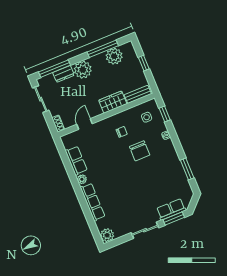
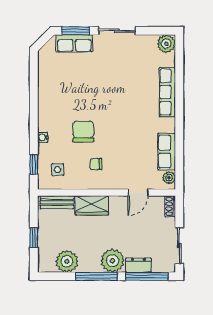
window: (103, 49) -> (97, 276), moved
window: (187, 169) -> (34, 85), removed
plant: (82, 179) -> (169, 178), moved

